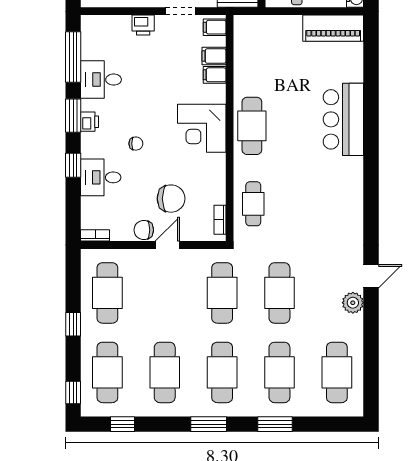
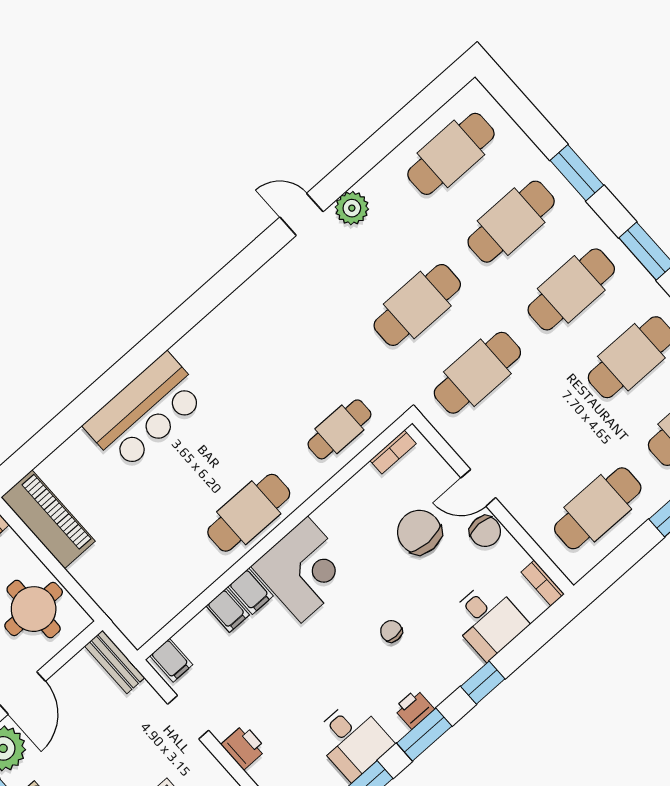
filing cabinet: (214, 56) -> (251, 591), moved
desk: (101, 177) -> (488, 620), moved

